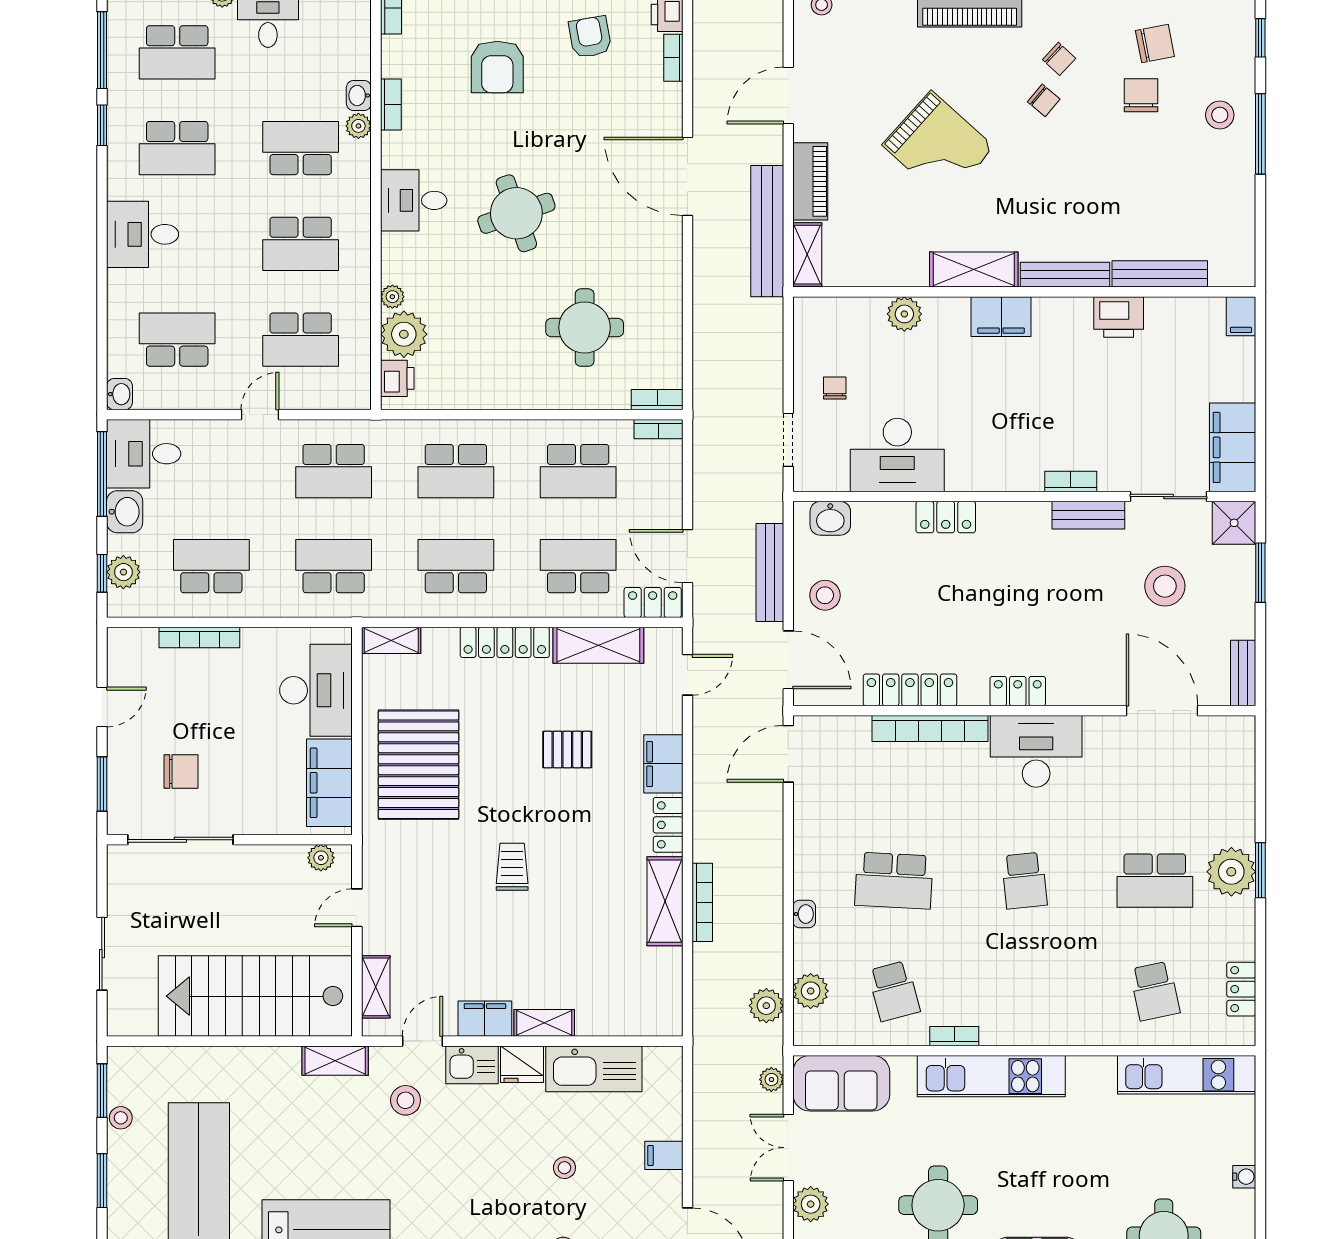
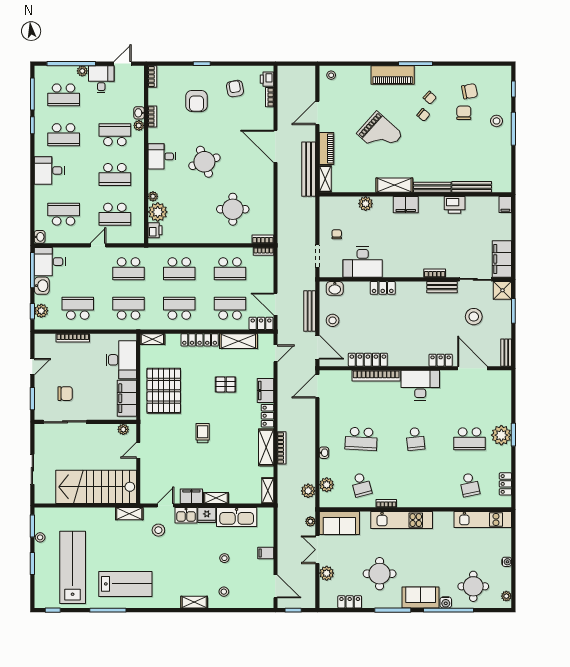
locker: (1018, 691) -> (441, 360), moved
shelving: (376, 987) -> (268, 491), moved

